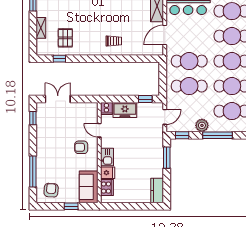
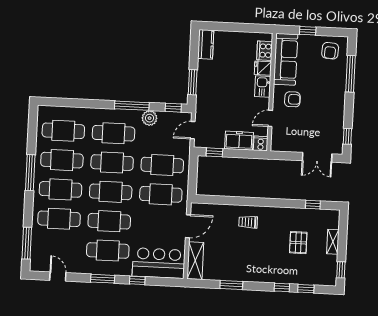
pallet: (65, 38) -> (298, 243), moved
door: (99, 130) -> (270, 118), swing flipped
sofa: (89, 187) -> (286, 59), width x1.36

